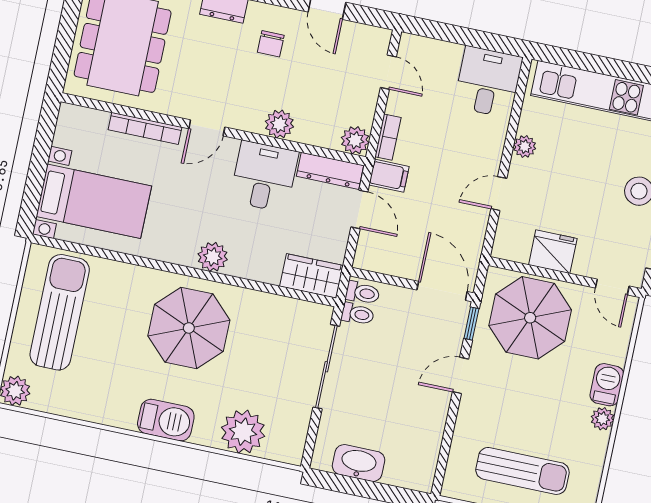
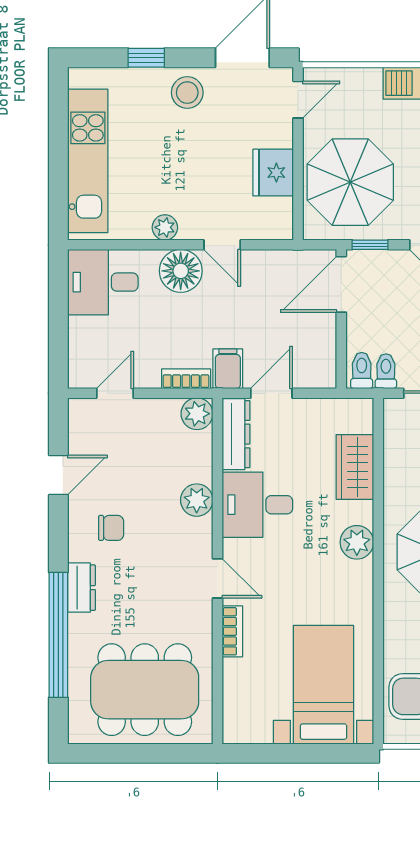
bookcase: (145, 128) -> (232, 631), width x0.64
floor lamp: (484, 152) -> (181, 271), added
wardrobe: (312, 276) -> (355, 467), moved

